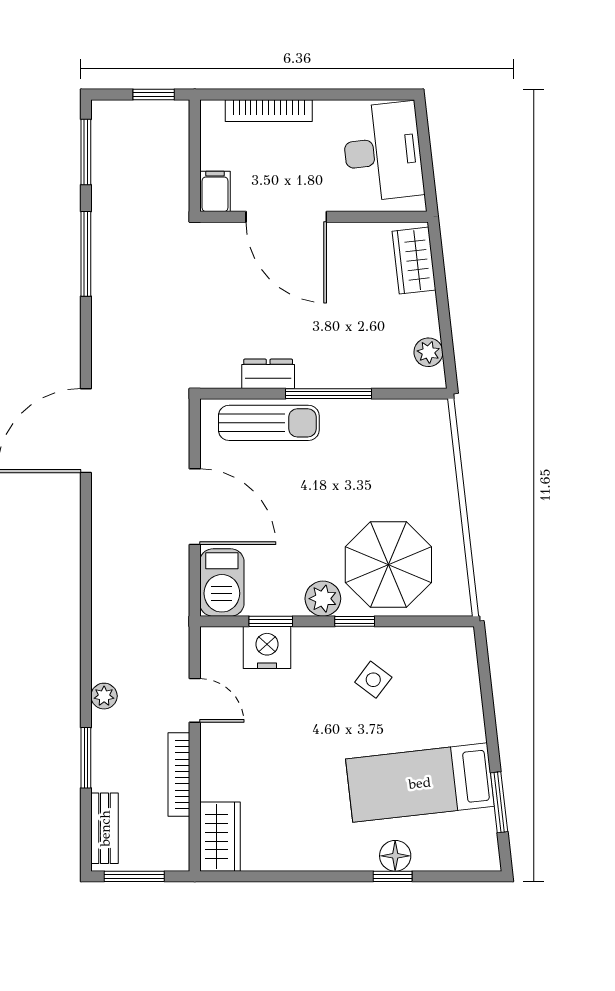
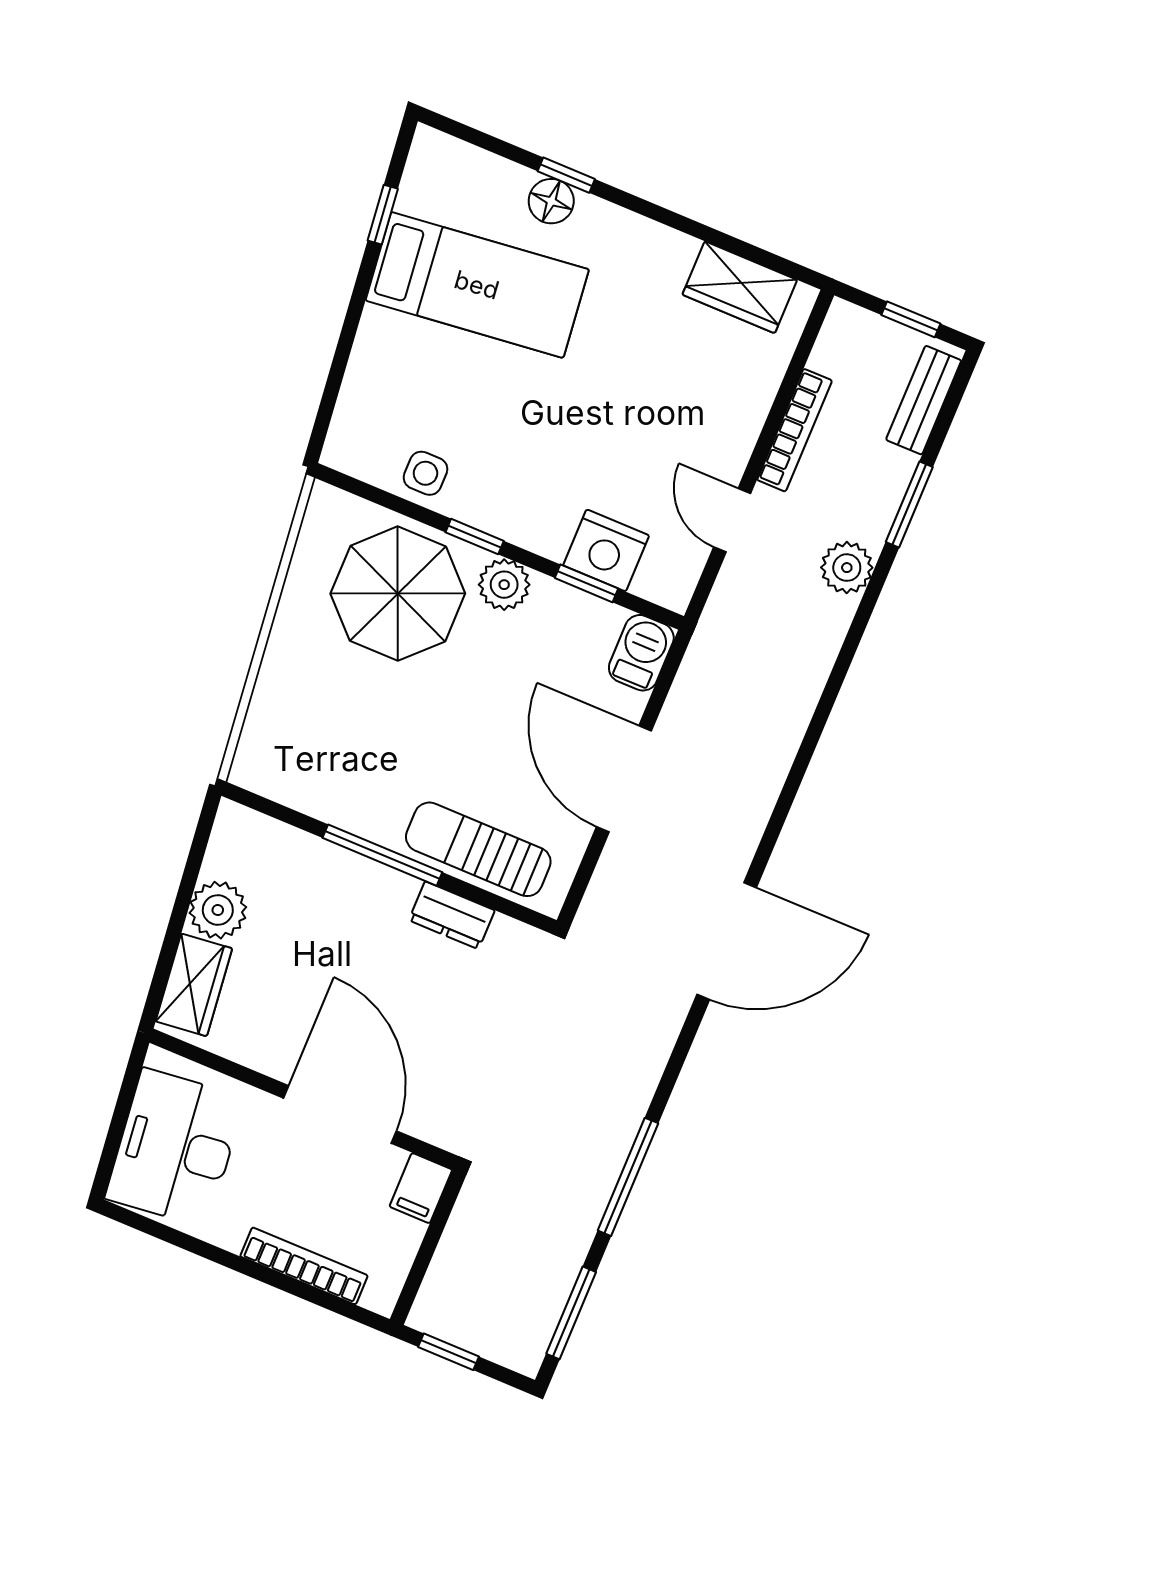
plant: (428, 352) -> (218, 910), moved, width x1.38, depth x1.38
barbecue: (222, 582) -> (641, 653), width x0.73, depth x0.79
side table: (373, 680) -> (425, 473), moved, turned -37
plant: (104, 696) -> (847, 568), width x1.38, depth x1.38
window: (499, 802) -> (383, 215), width x0.67
wardrobe: (220, 837) -> (740, 287), moved, turned -90
window: (134, 876) -> (911, 319), width x0.67

